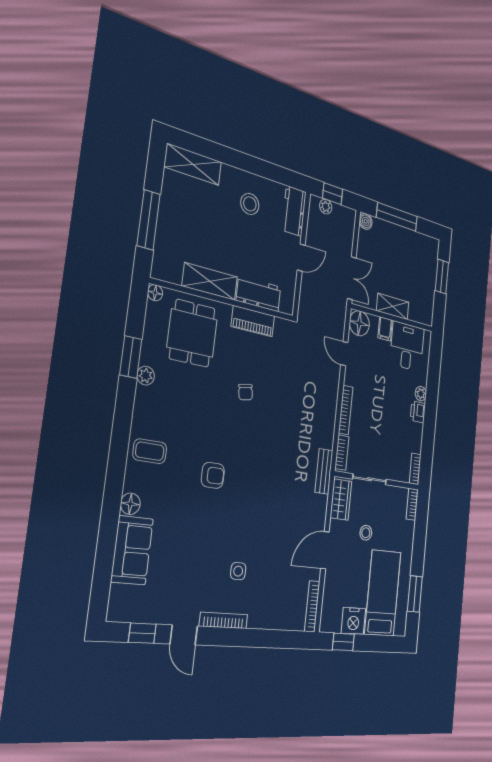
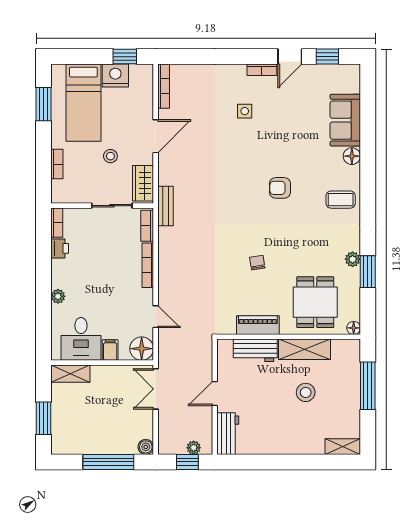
shelving: (193, 164) -> (343, 447), width x0.67, depth x0.75
stool: (250, 204) -> (306, 392), moved
shelving: (393, 306) -> (70, 374), moved
printer: (418, 412) -> (60, 248), moved
bookcase: (412, 504) -> (57, 164), moved
bookcase: (224, 620) -> (262, 70), width x0.64
door: (184, 635) -> (290, 57), swing flipped

